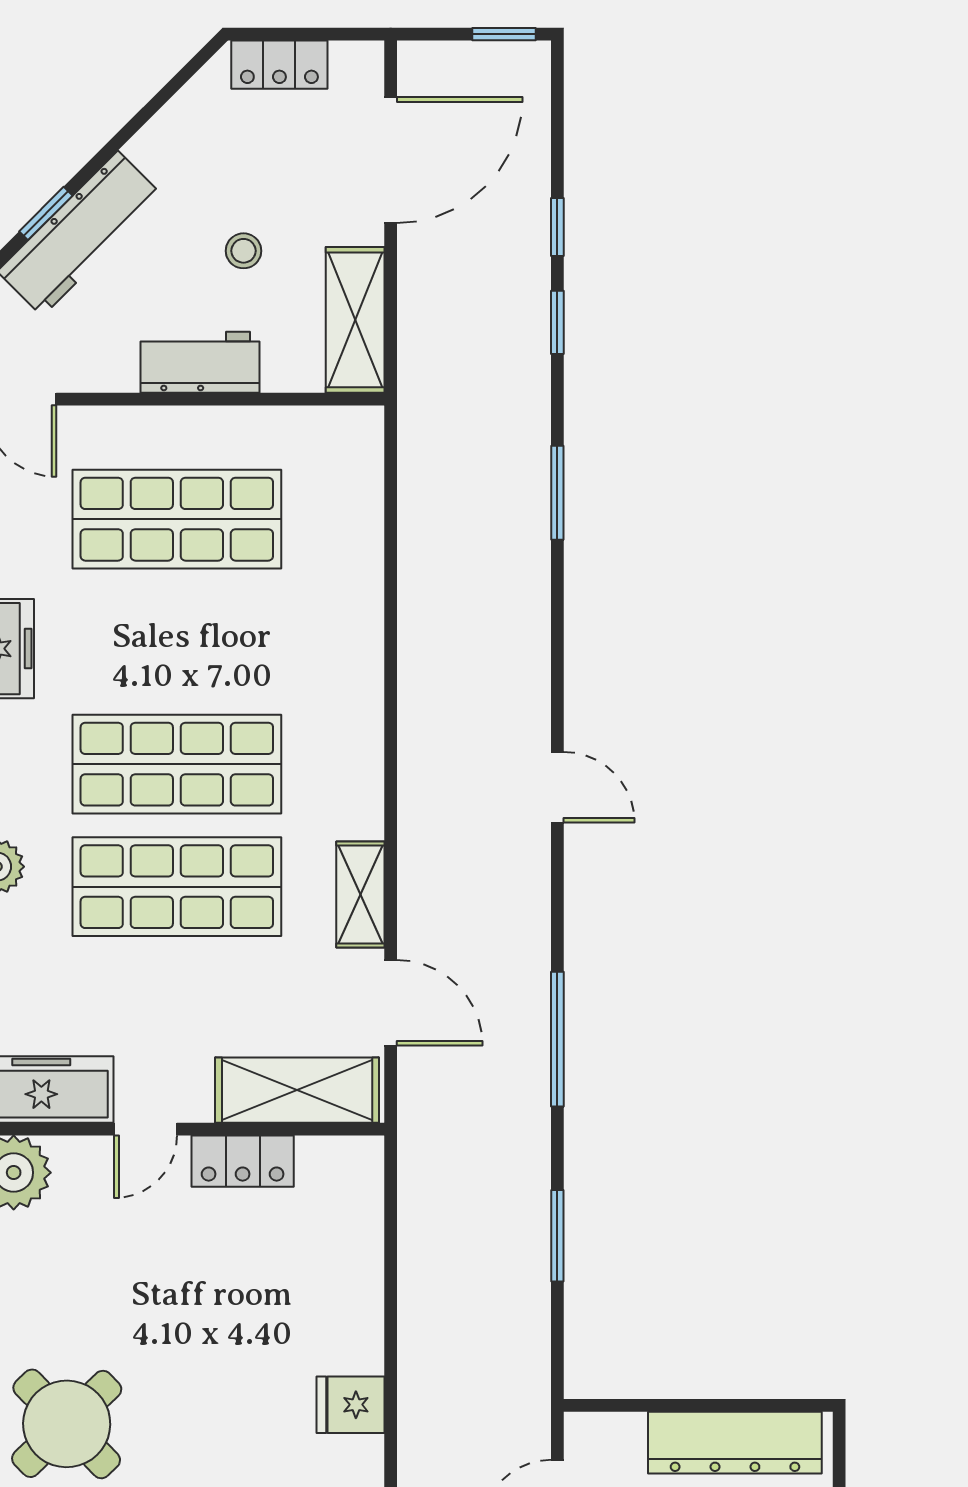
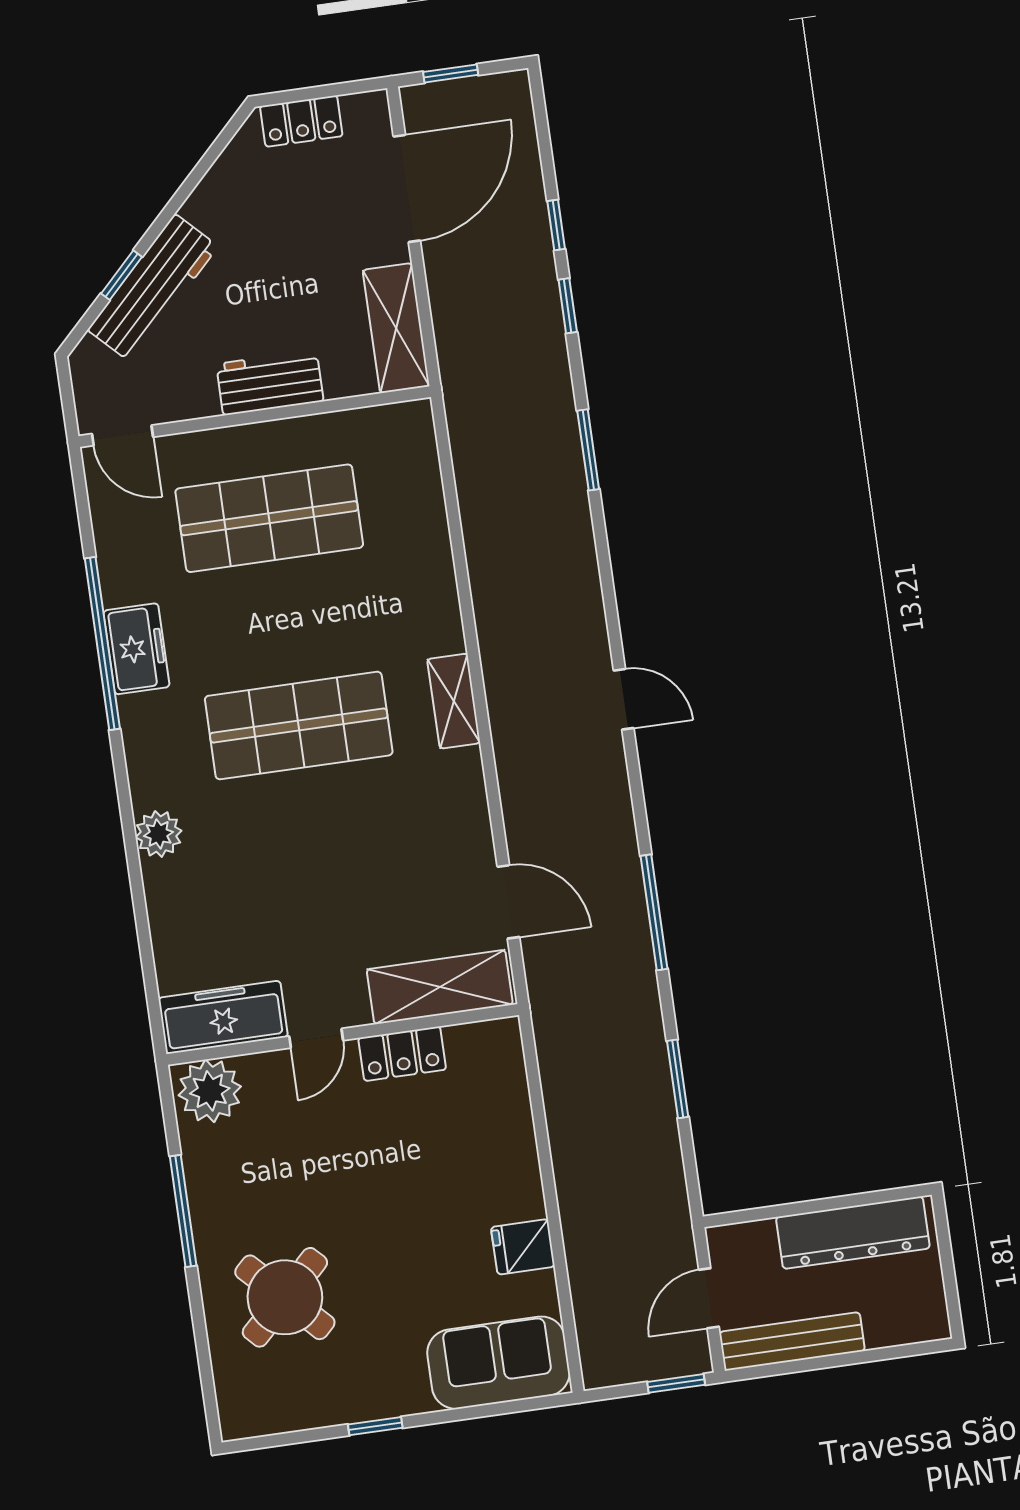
window: (504, 34) -> (451, 73), moved
stool: (243, 251) -> (293, 283), removed
shop shelf: (177, 887) -> (313, 829), removed
shelving: (360, 894) -> (454, 701), moved

